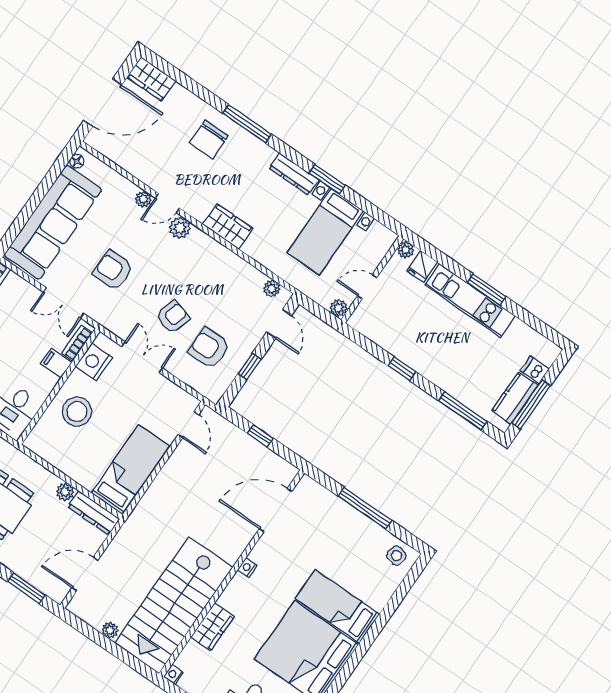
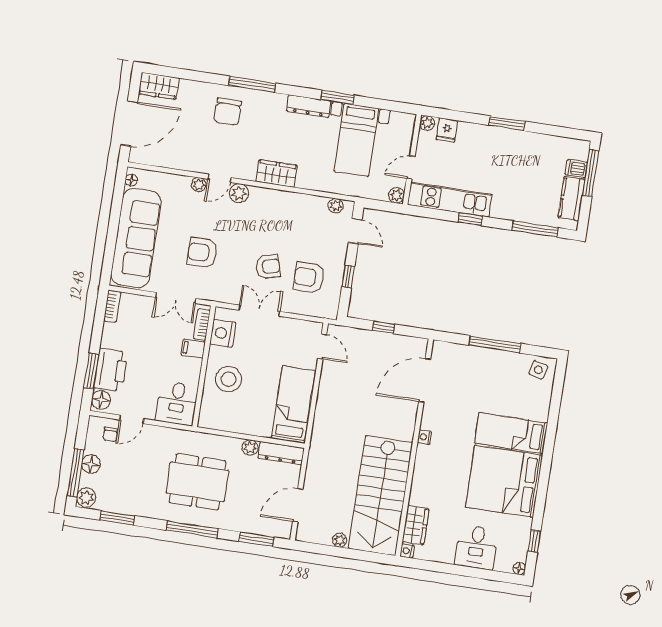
kitchen unit: (470, 300) -> (450, 200), moved, turned 180
armchair: (173, 317) -> (268, 267), turned 58
window: (531, 404) -> (591, 173), moved
wardrobe: (212, 627) -> (416, 525), moved

